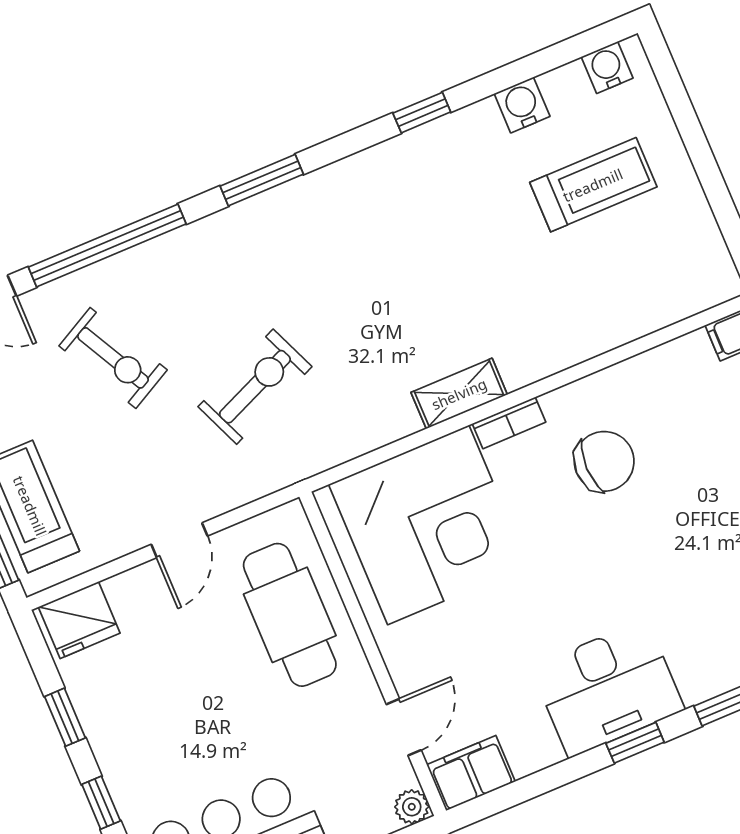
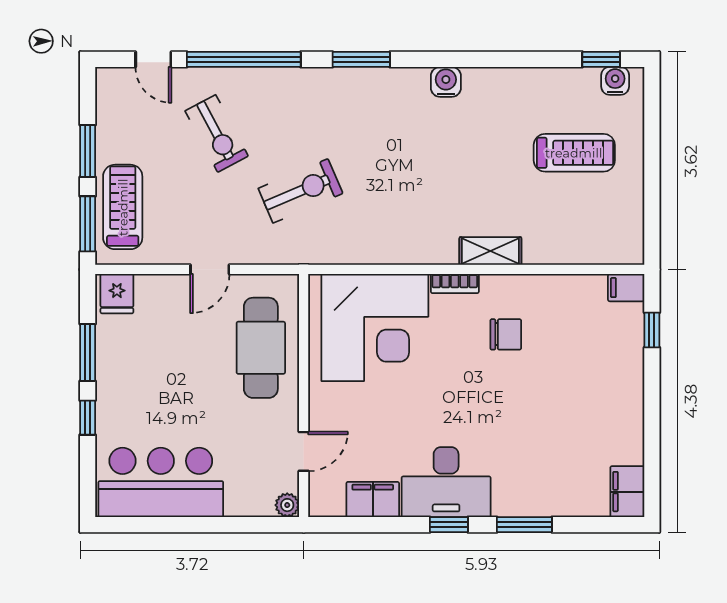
water cooler: (522, 105) -> (446, 82), moved
window: (422, 113) -> (601, 59), moved
shelving: (459, 394) -> (490, 251), moved
chair: (604, 461) -> (506, 334), width x0.73, depth x0.73
fridge: (79, 620) -> (117, 294), width x0.72
window: (65, 717) -> (88, 353), width x1.50
filing cabinet: (471, 773) -> (373, 499), moved

